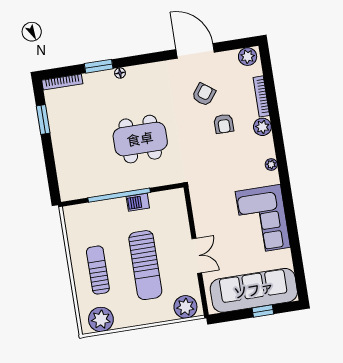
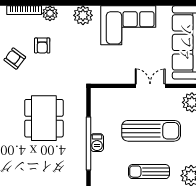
armchair: (224, 124) -> (42, 45), turned 90
plant: (271, 164) -> (83, 15), width x1.87, depth x1.87
barbecue: (138, 202) -> (97, 143), moved

